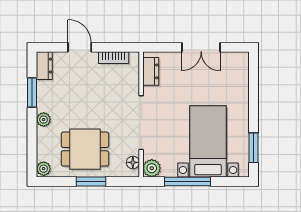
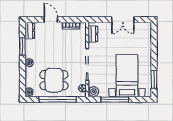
window: (91, 181) -> (57, 99), width x2.11

